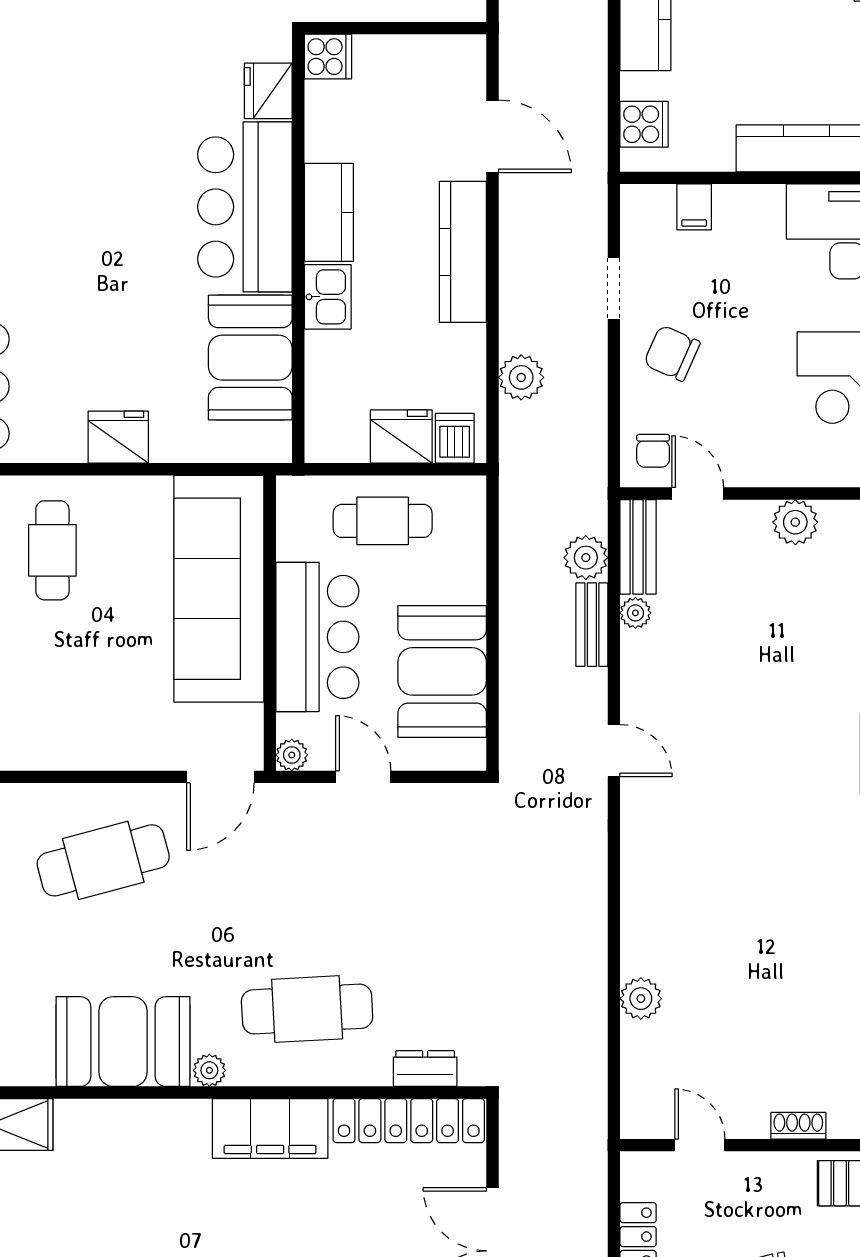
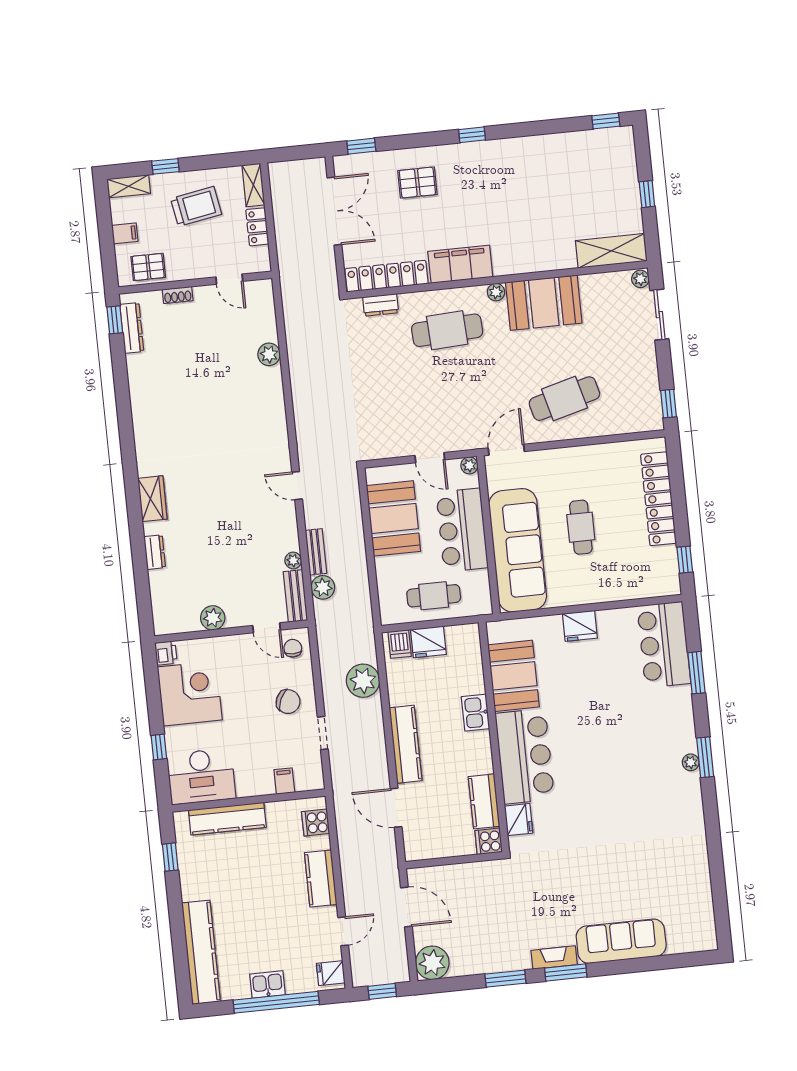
kitchen counter: (329, 212) -> (484, 801), moved
plant: (521, 377) -> (363, 681), width x1.36, depth x1.36
cafe table: (52, 550) -> (581, 527), moved

